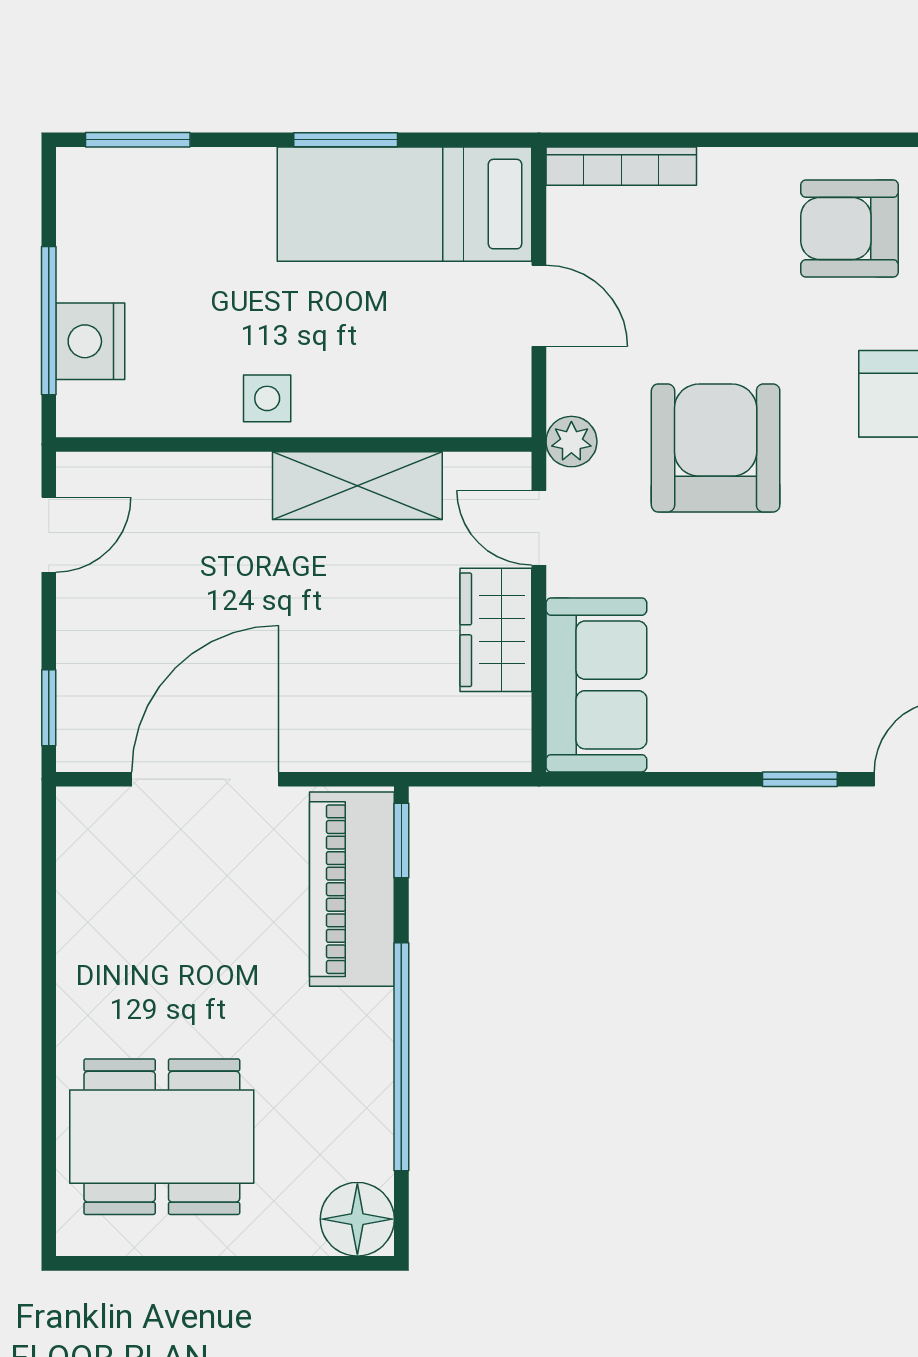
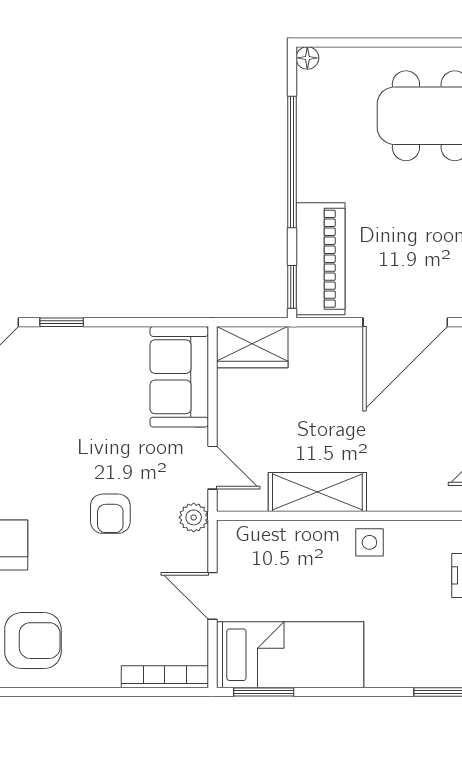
window: (346, 140) -> (264, 692), moved
armchair: (716, 448) -> (110, 514), width x0.53, depth x0.53
wardrobe: (496, 630) -> (252, 347), moved, turned 90
floor lamp: (357, 1219) -> (307, 58), width x0.53, depth x0.53

